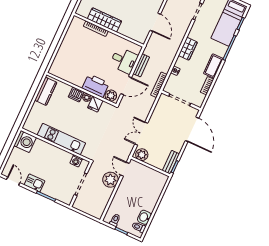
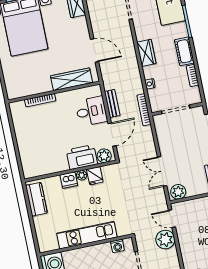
wardrobe: (104, 20) -> (72, 79), moved

